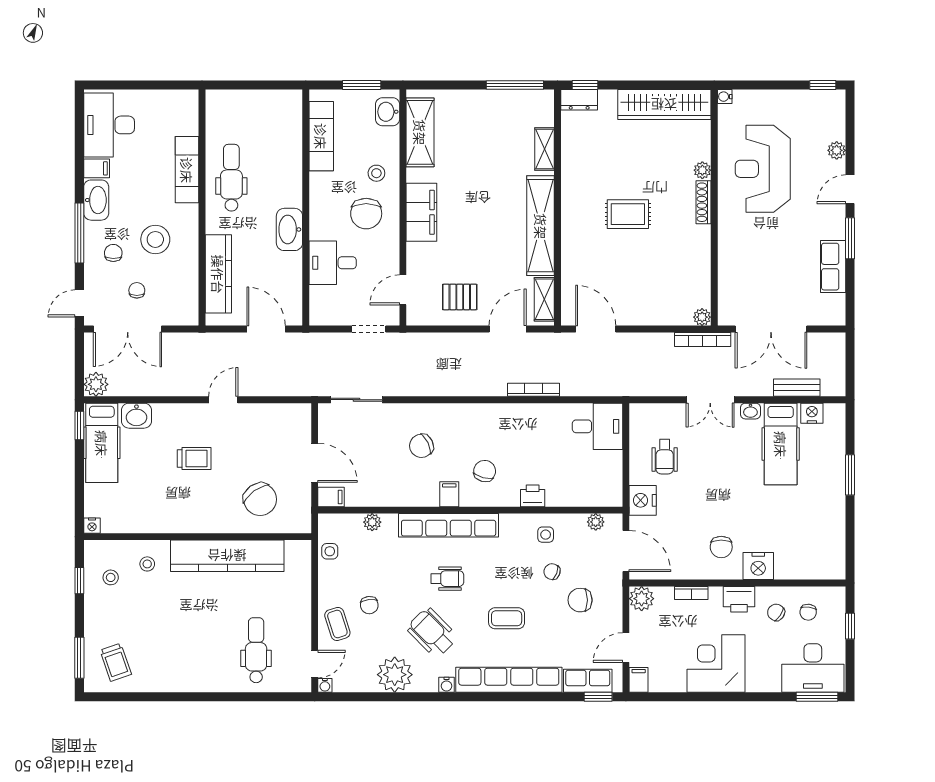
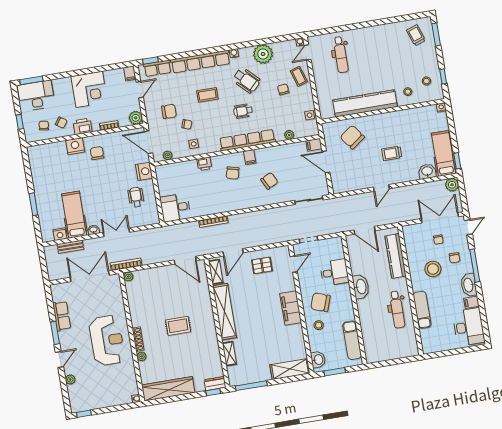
shelving: (420, 132) -> (290, 369), moved, turned 90
reception desk: (763, 169) -> (107, 340), moved
chair: (366, 214) -> (321, 302), turned -70

